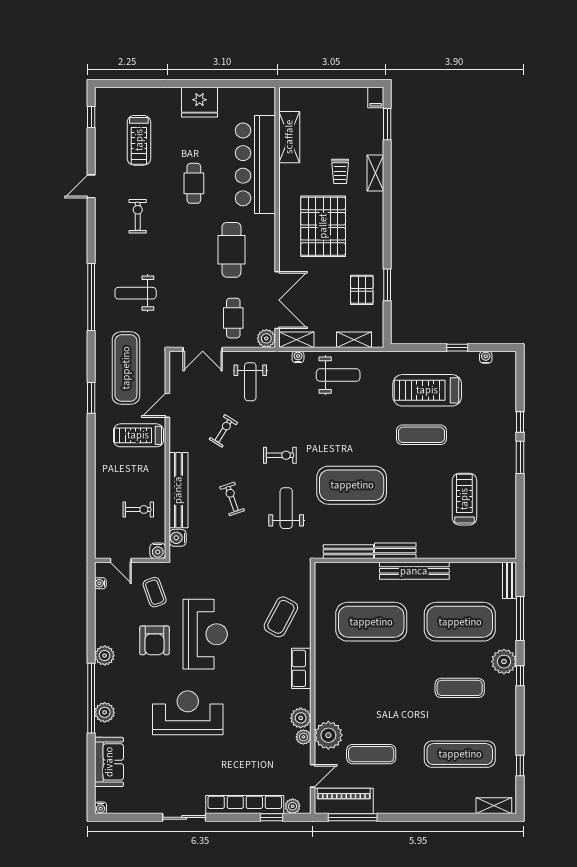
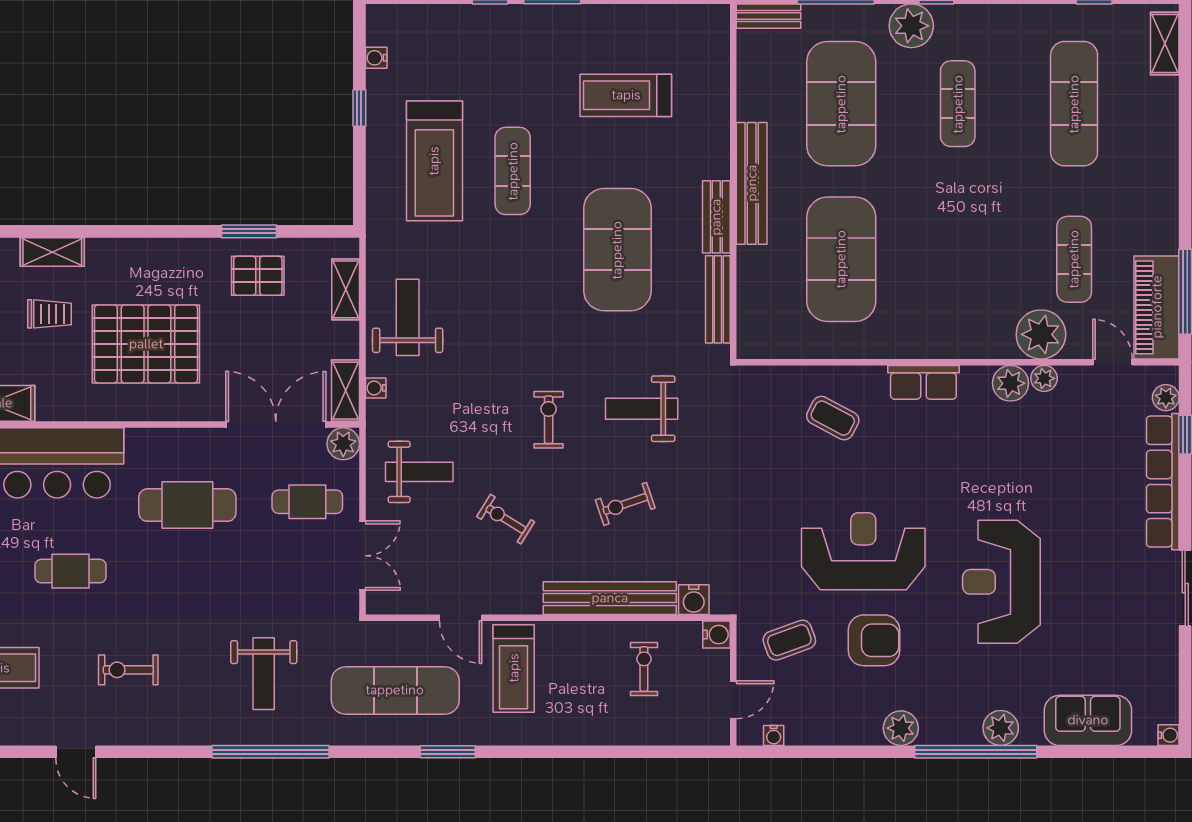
exercise mat: (352, 485) -> (617, 250), moved
coffee table: (281, 617) -> (833, 418), width x0.73, depth x0.77

